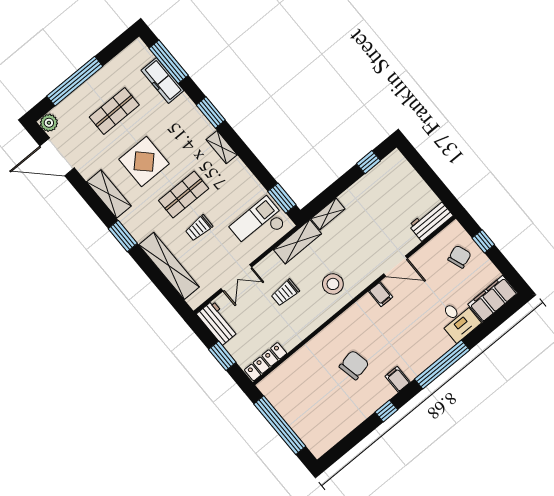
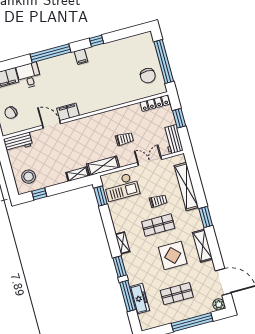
window: (169, 62) -> (128, 296), moved
stool: (333, 284) -> (29, 177), moved
filing cabinet: (381, 294) -> (68, 112), width x2.00
chair: (354, 365) -> (148, 76), moved, turned -78

